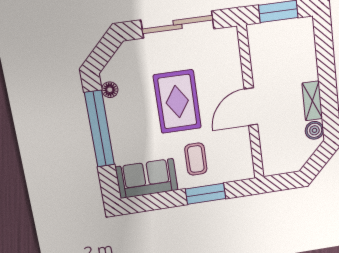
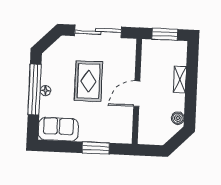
floor lamp: (110, 90) -> (45, 91), moved
shelving: (312, 101) -> (180, 79), moved
coffee table: (196, 159) -> (94, 122), removed

